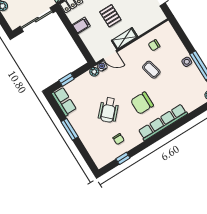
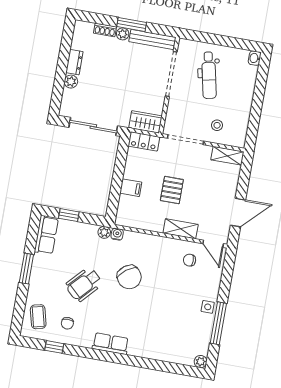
filing cabinet: (81, 25) -> (131, 188), moved
shelving: (124, 39) -> (181, 229), moved
door: (110, 55) -> (213, 244), moved
coffee table: (151, 70) -> (38, 317), moved
chair: (142, 103) -> (129, 277), moved, turned -127
row of seats: (163, 122) -> (110, 344), width x0.50

